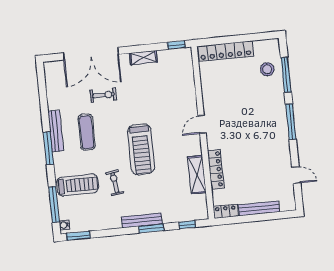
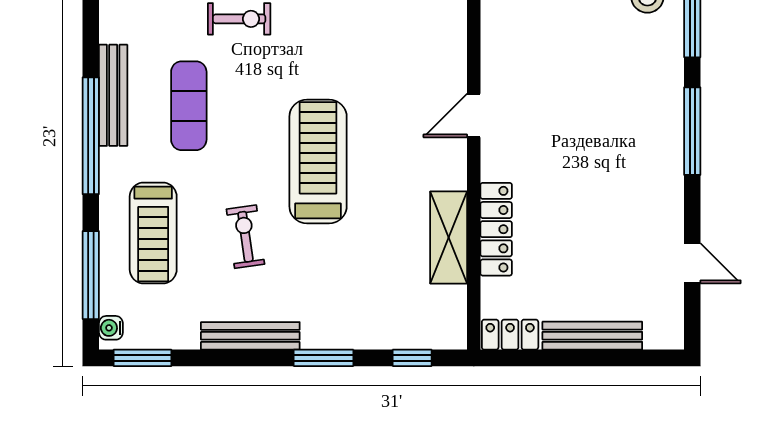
window: (48, 148) -> (91, 136), width x1.46
treadmill: (141, 149) -> (318, 161), turned 180
treadmill: (77, 185) -> (153, 233), turned 90
bench: (142, 220) -> (250, 336), moved

